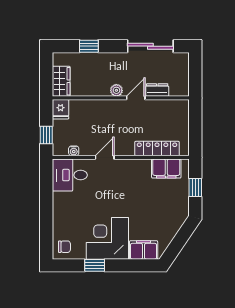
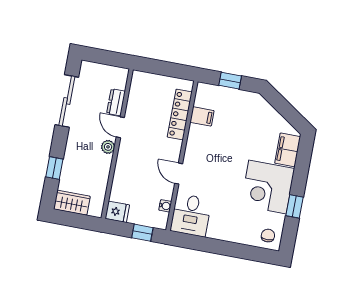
wardrobe: (61, 81) -> (72, 203), moved
filing cabinet: (166, 169) -> (202, 116), width x0.50

